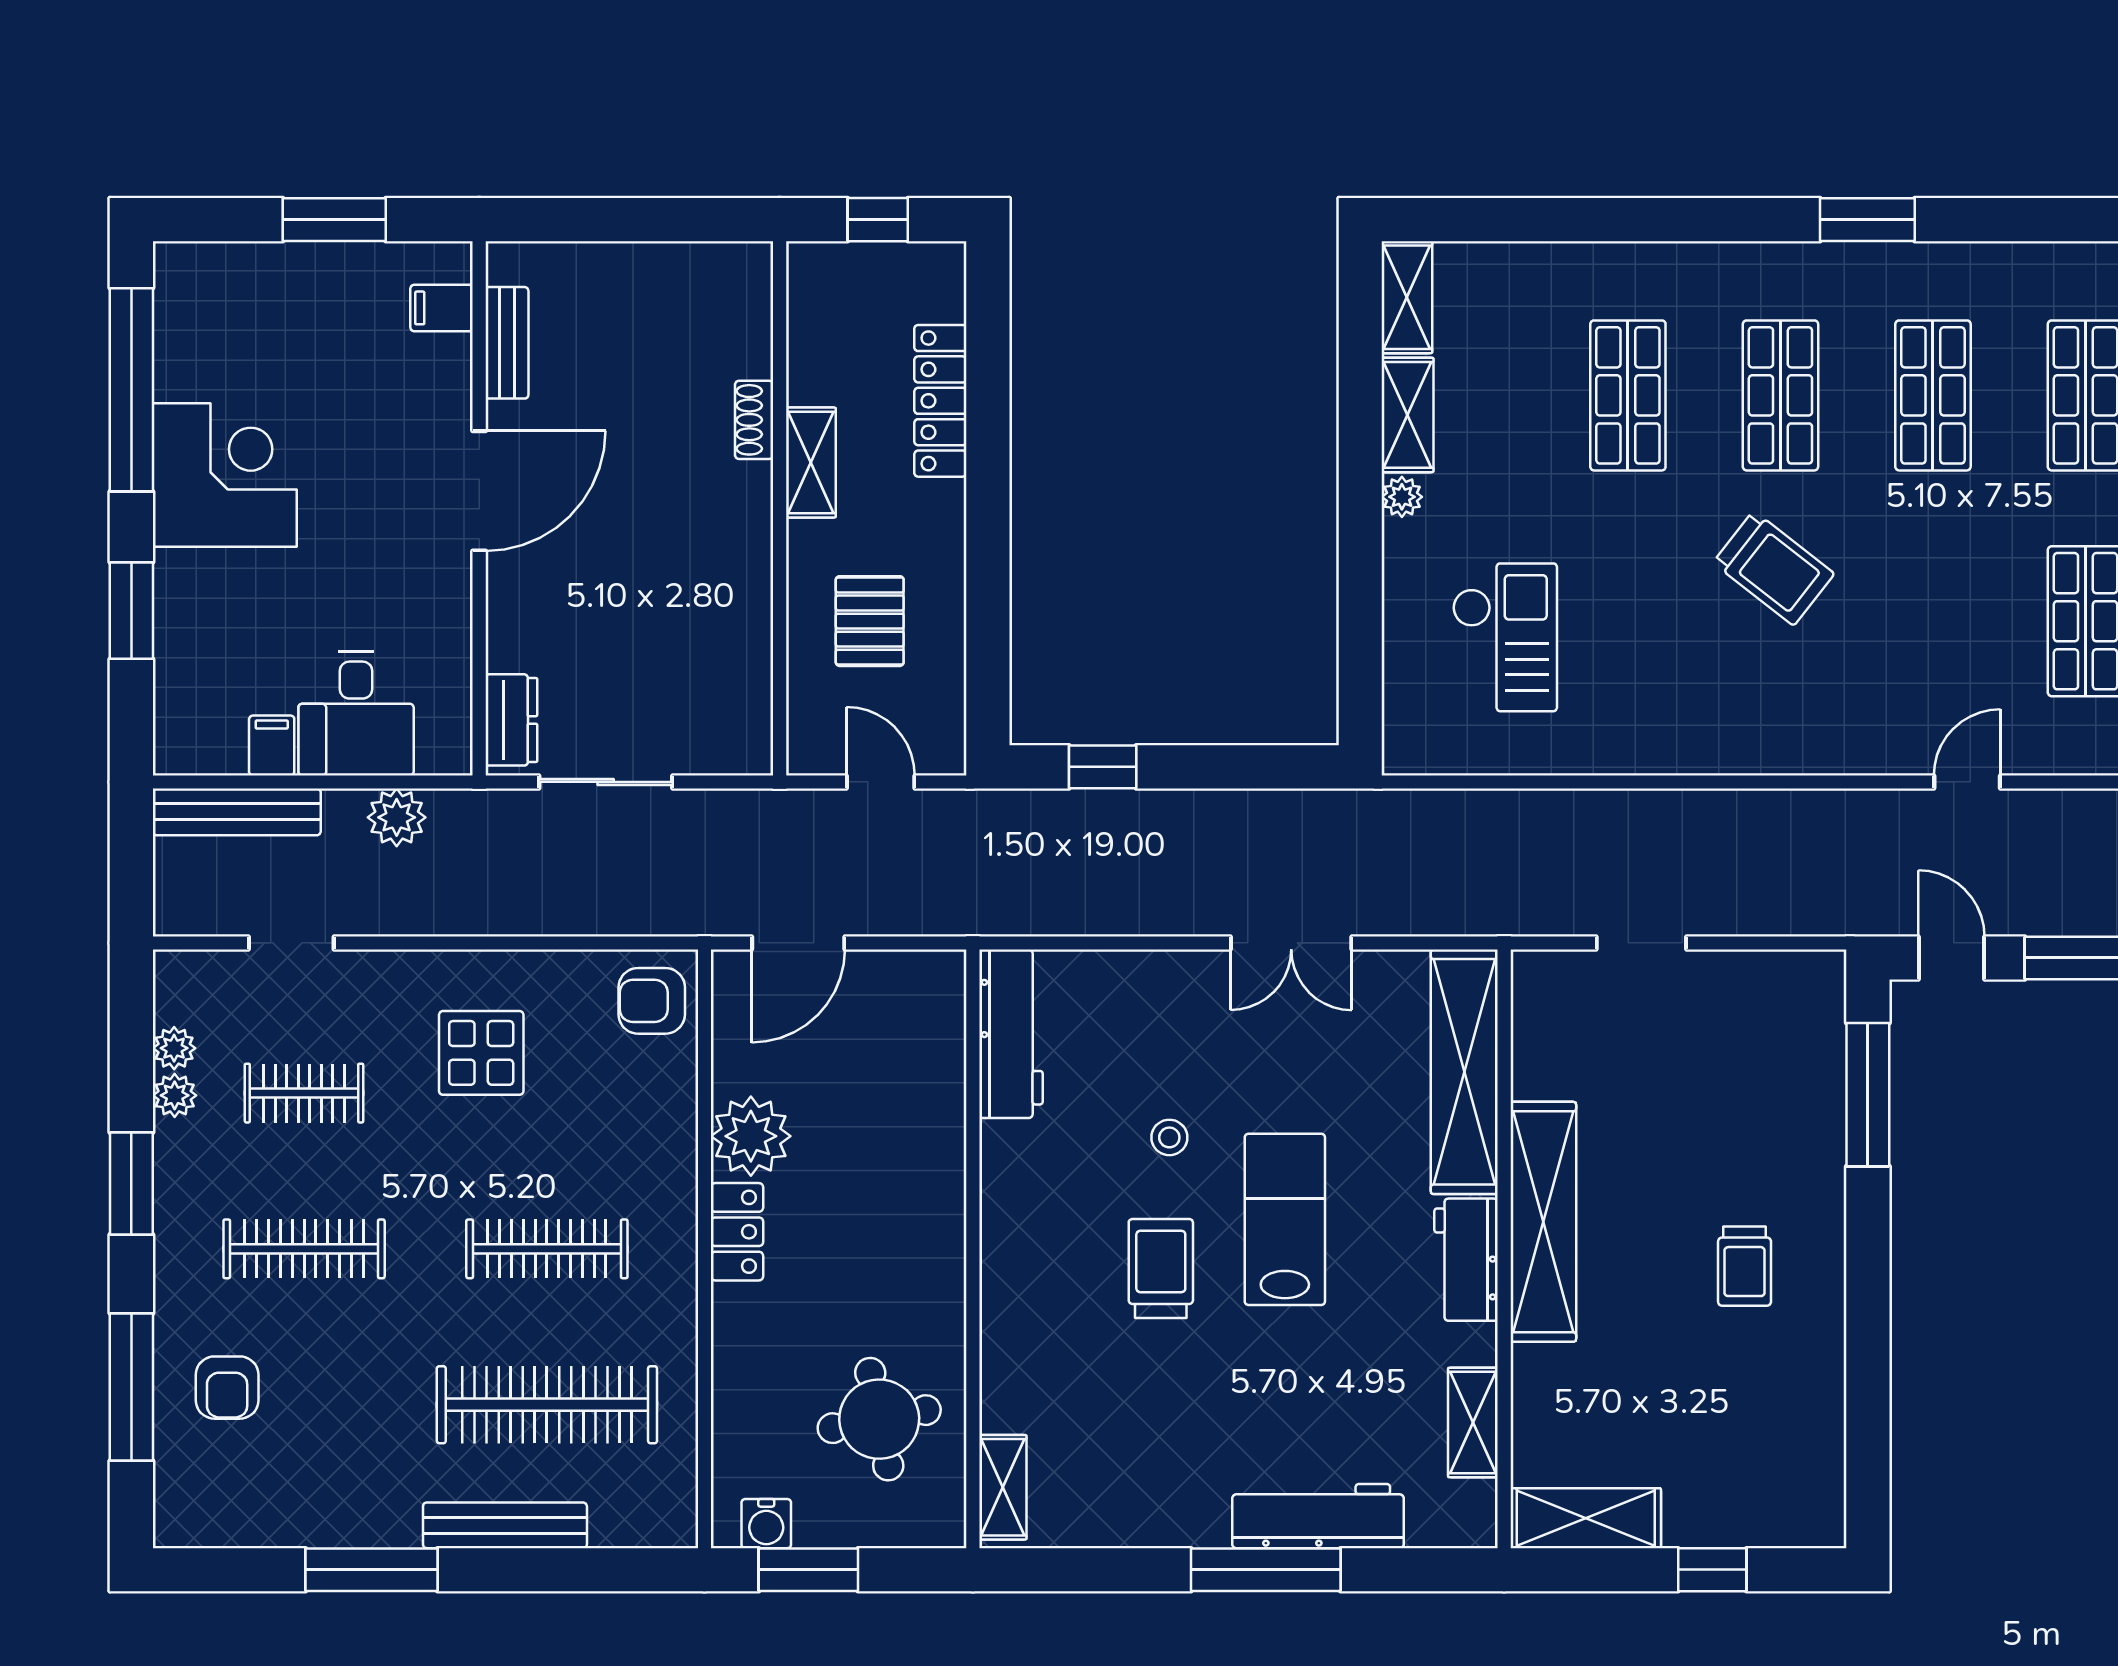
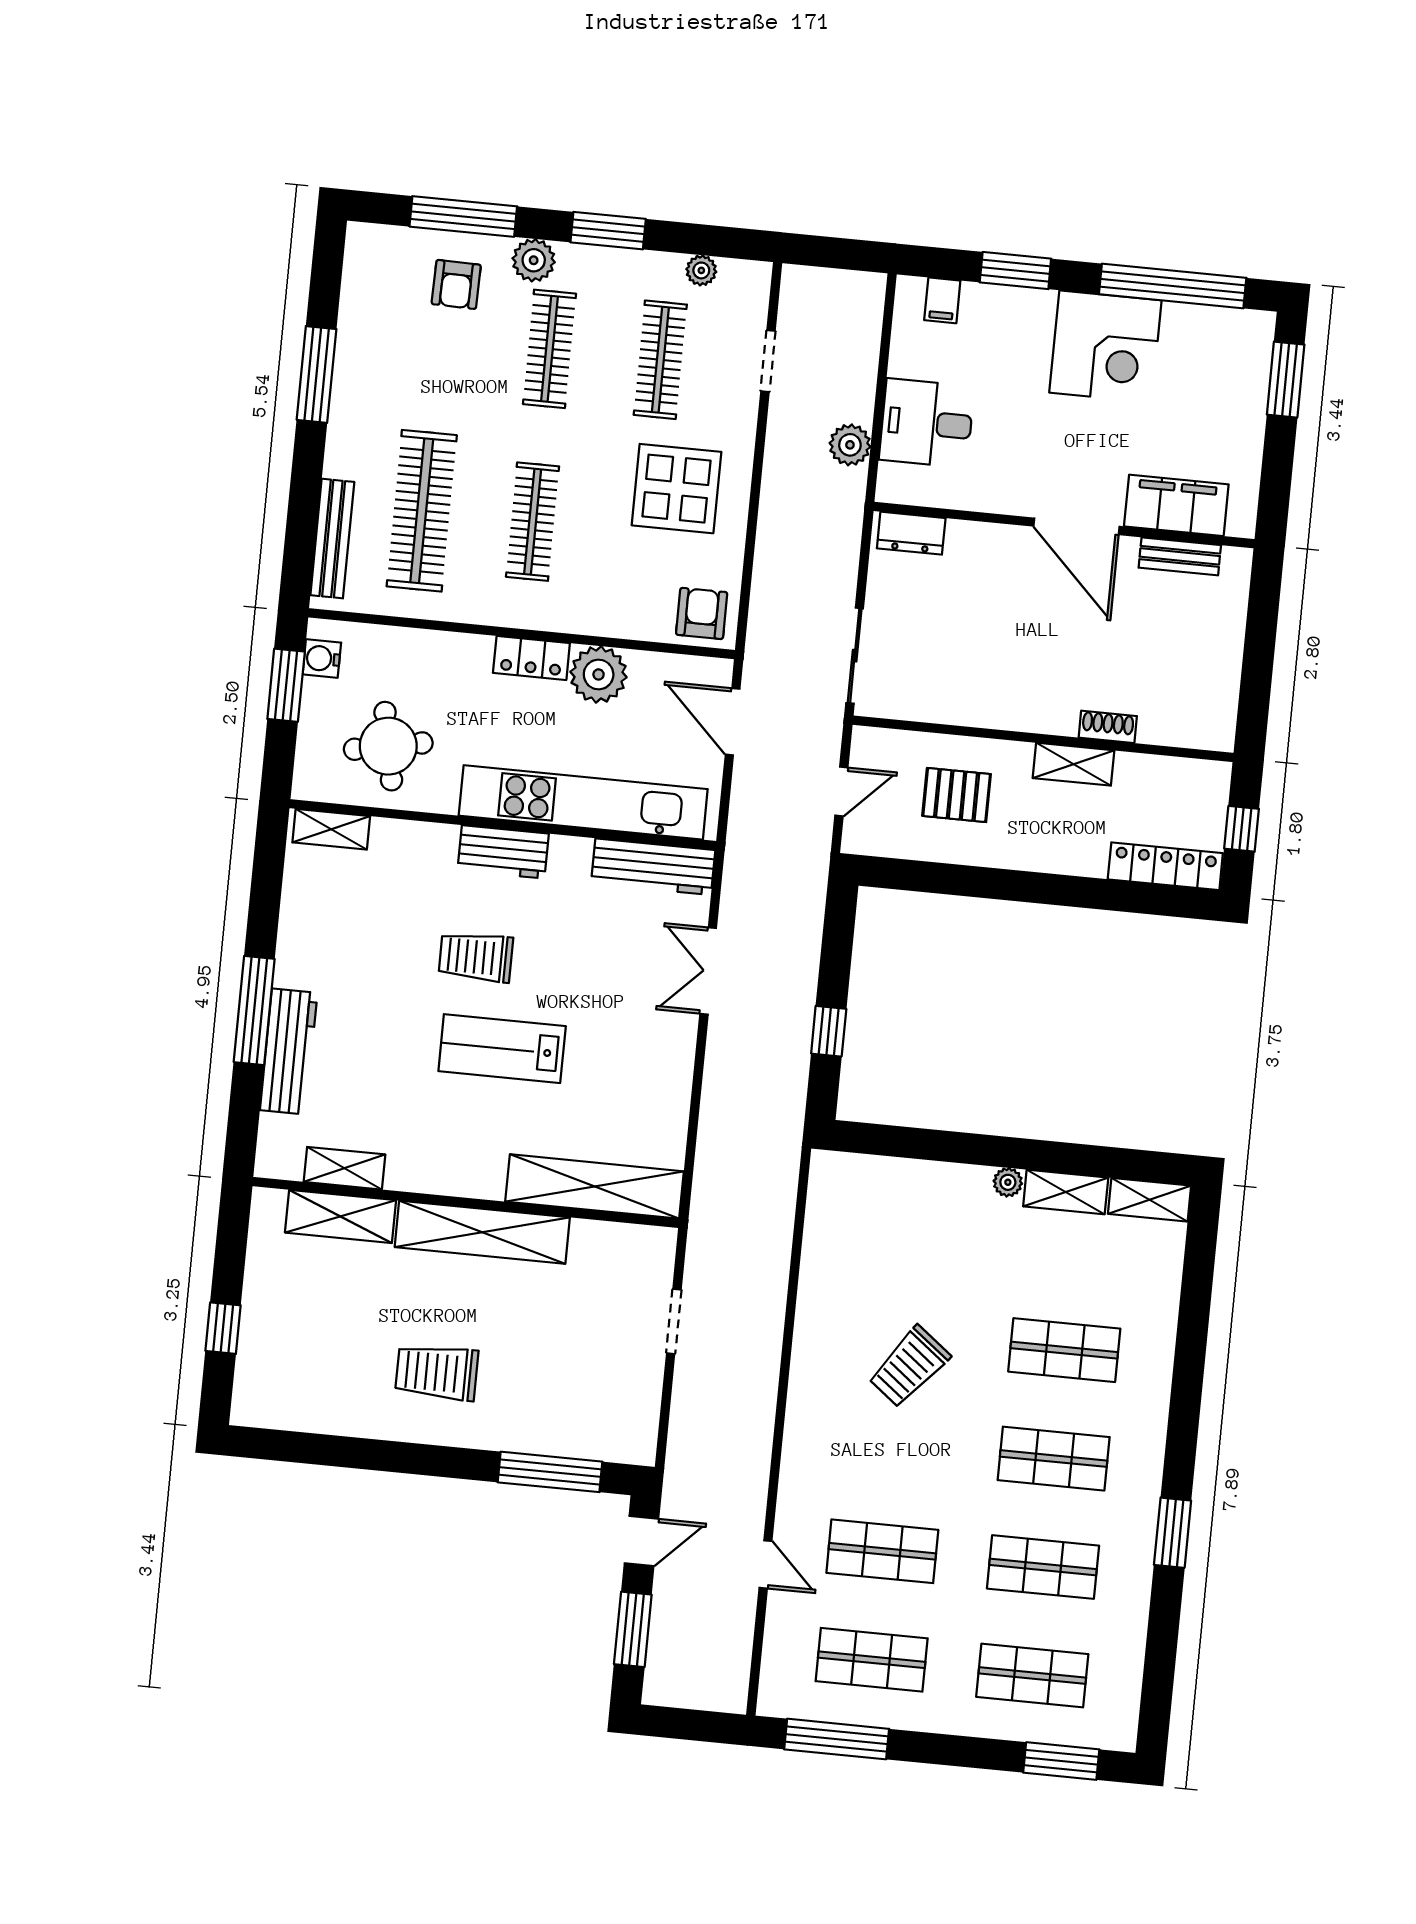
window: (334, 220) -> (1286, 380), moved
filing cabinet: (442, 308) -> (1176, 505), width x3.00, depth x1.17
locker: (940, 401) -> (1165, 866), moved
trolley: (1774, 568) -> (909, 1367), moved
shop shelf: (1933, 621) -> (882, 1551), added
checkout: (1505, 637) -> (901, 1246), removed
filing cabinet: (272, 746) -> (942, 300), moved, turned 90
window: (1103, 767) -> (829, 1031), moved
sliding door: (606, 782) -> (855, 656), moved
bench: (237, 812) -> (865, 331), removed
double door: (1291, 943) -> (708, 971), moved
display table: (481, 1053) -> (677, 489), width x1.36, depth x1.36
clothes rail: (304, 1093) -> (660, 360), width x1.36
plant: (175, 1095) -> (534, 260), moved, width x1.38, depth x1.38
stool: (1169, 1137) -> (568, 972), removed
kitchen unit: (931, 1140) -> (583, 802), added
lab bench: (1285, 1219) -> (502, 1049), turned 180
workbench: (1466, 1260) -> (503, 852), moved, turned 180
trolley: (1745, 1266) -> (437, 1372), width x1.36, depth x1.39
trolley: (1161, 1268) -> (476, 957), turned 180
armchair: (227, 1388) -> (456, 284), turned -89
shelving: (1586, 1518) -> (341, 1216), moved, turned 90
bench: (505, 1525) -> (332, 539), moved

